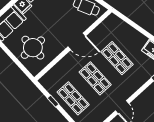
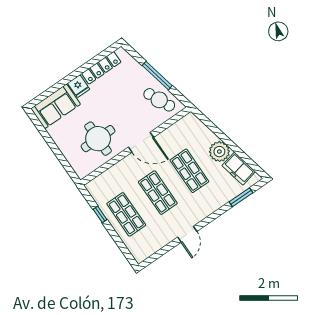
plant: (138, 40) -> (219, 152), added
round table: (33, 48) -> (98, 139), moved

